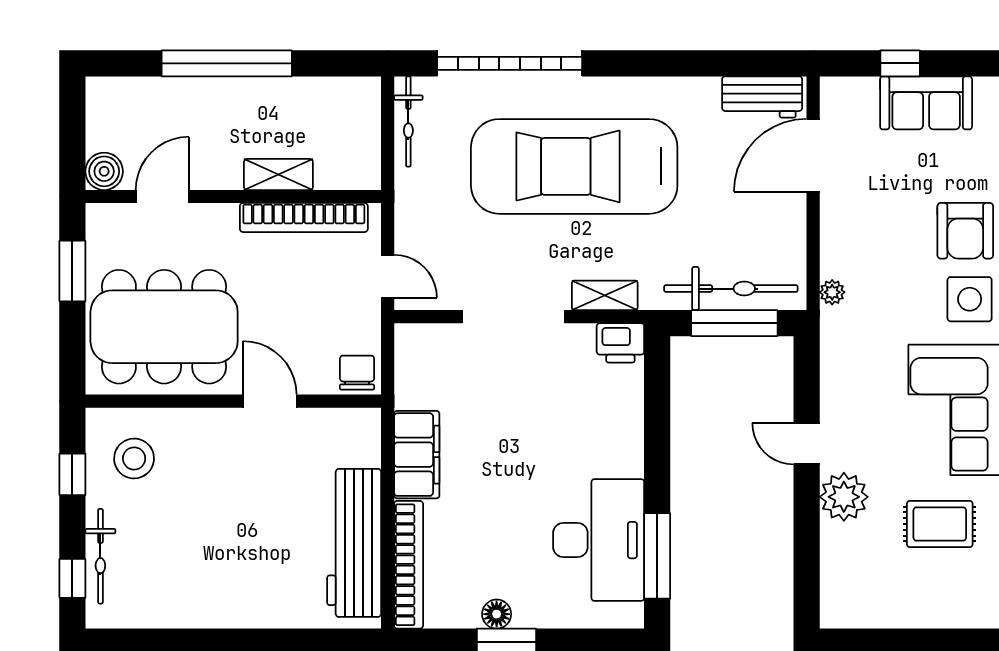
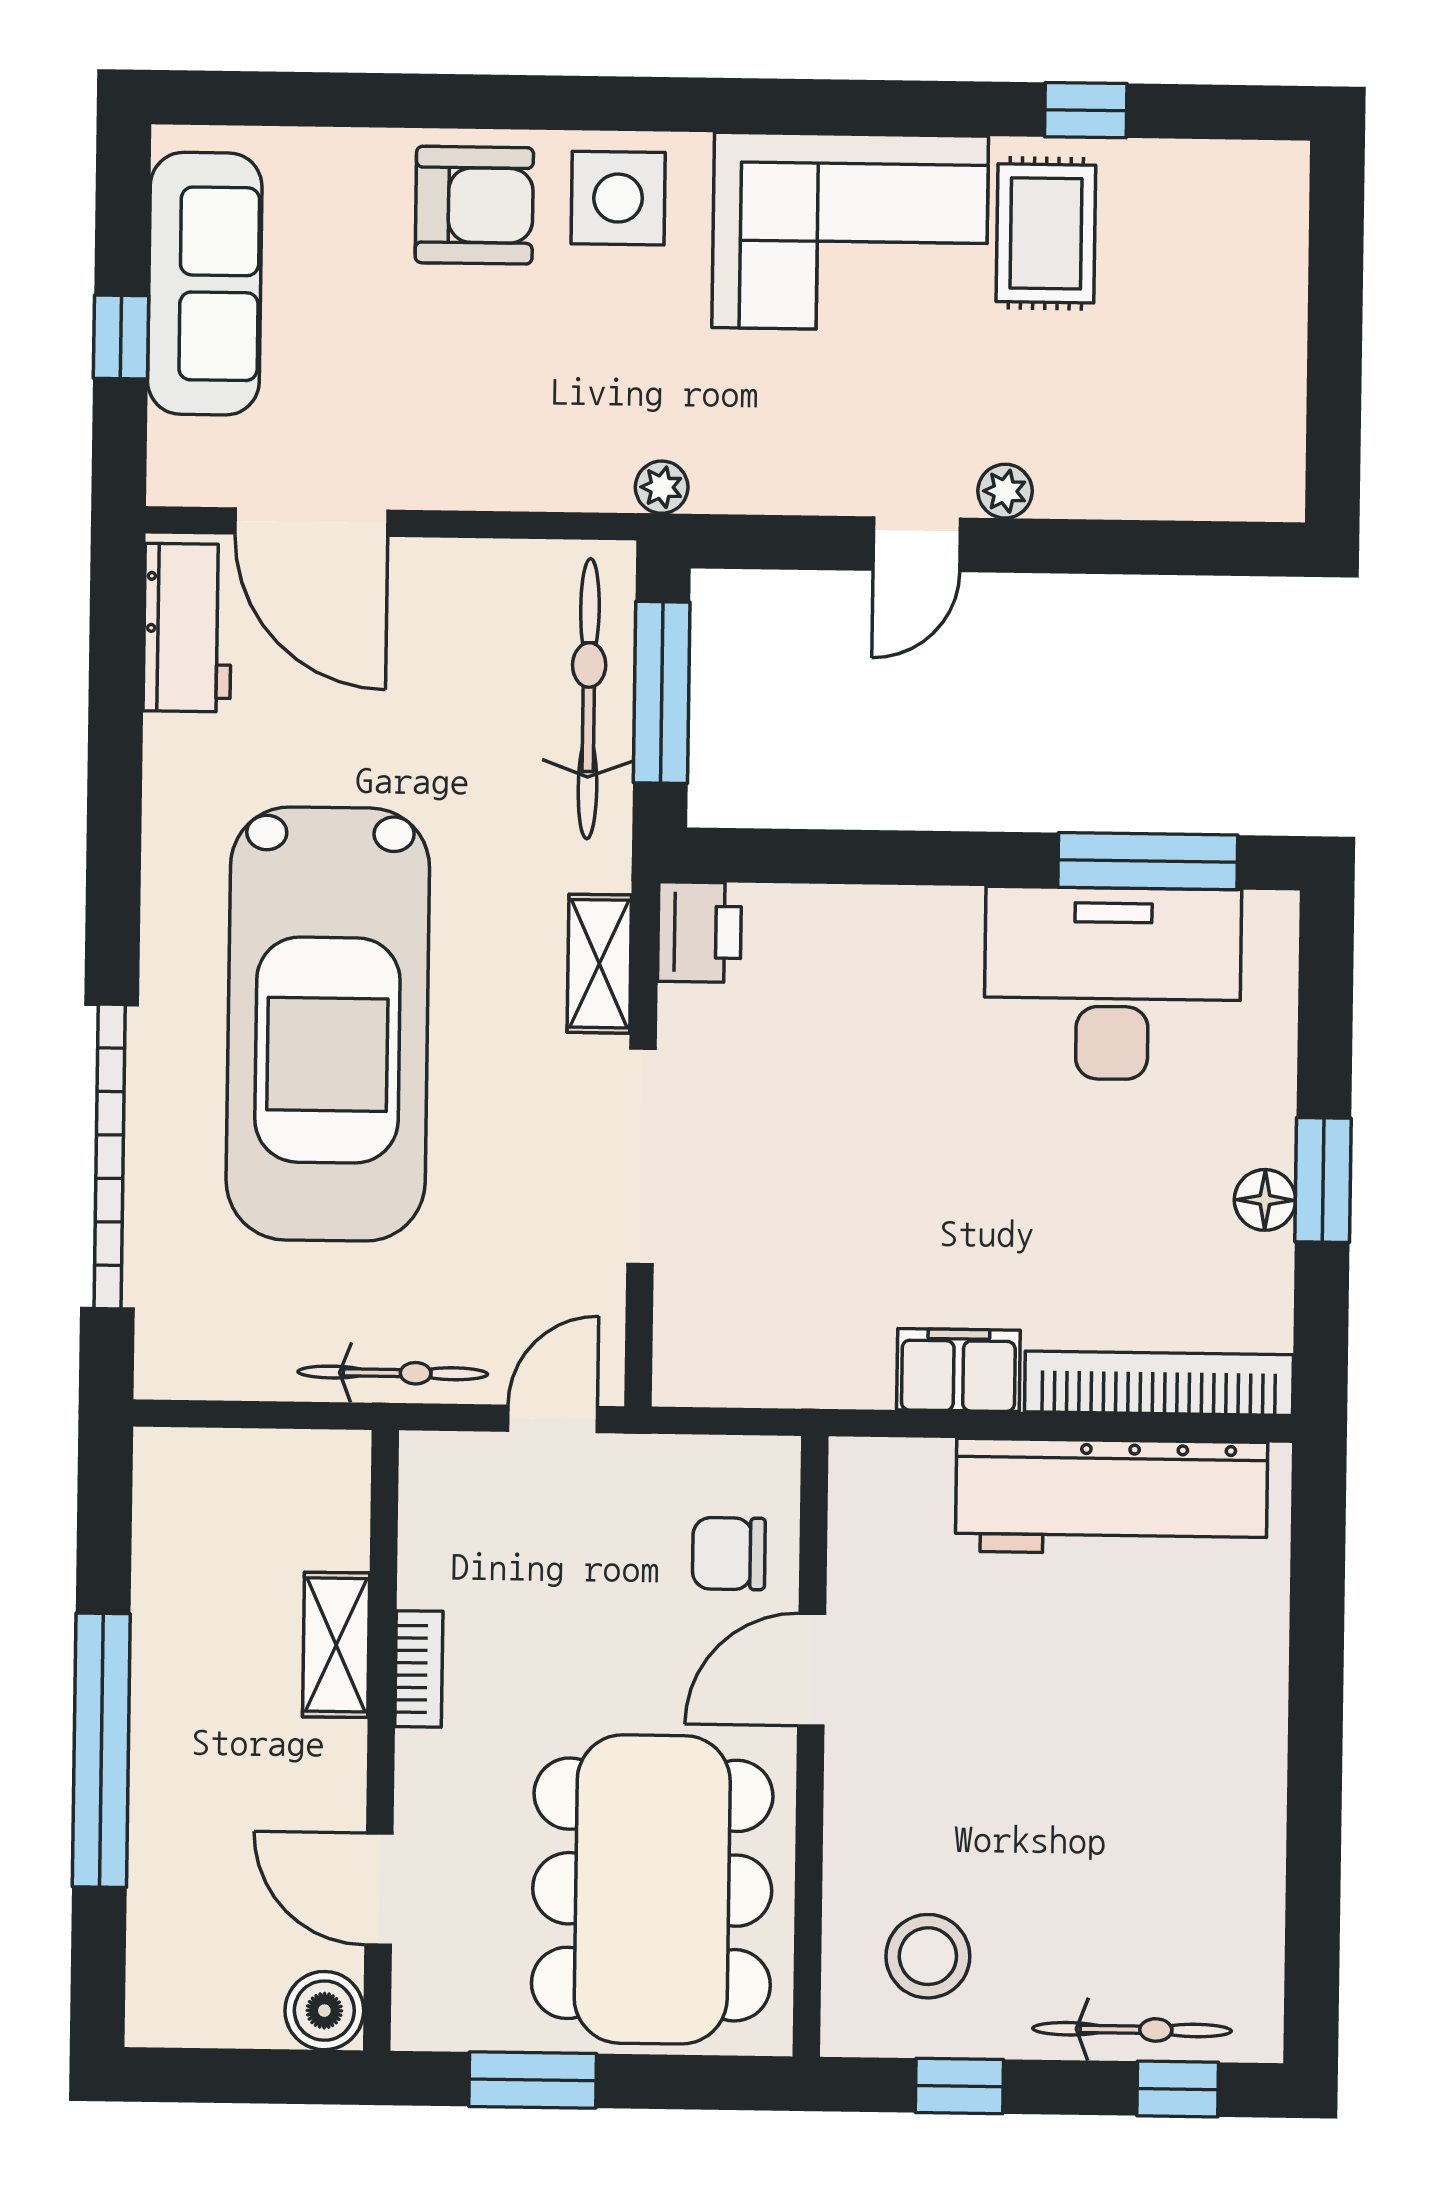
sofa: (926, 103) -> (205, 284), width x1.36
bicycle: (408, 121) -> (393, 1373), moved
bookcase: (304, 218) -> (419, 1669), width x0.43, depth x0.76
plant: (832, 292) -> (662, 487), moved
chair: (357, 373) -> (729, 1554), moved
filing cabinet: (417, 455) -> (958, 1370), width x0.67, depth x0.86
plant: (844, 497) -> (1005, 491), width x0.53, depth x0.53
rug: (940, 524) -> (1046, 233), moved

